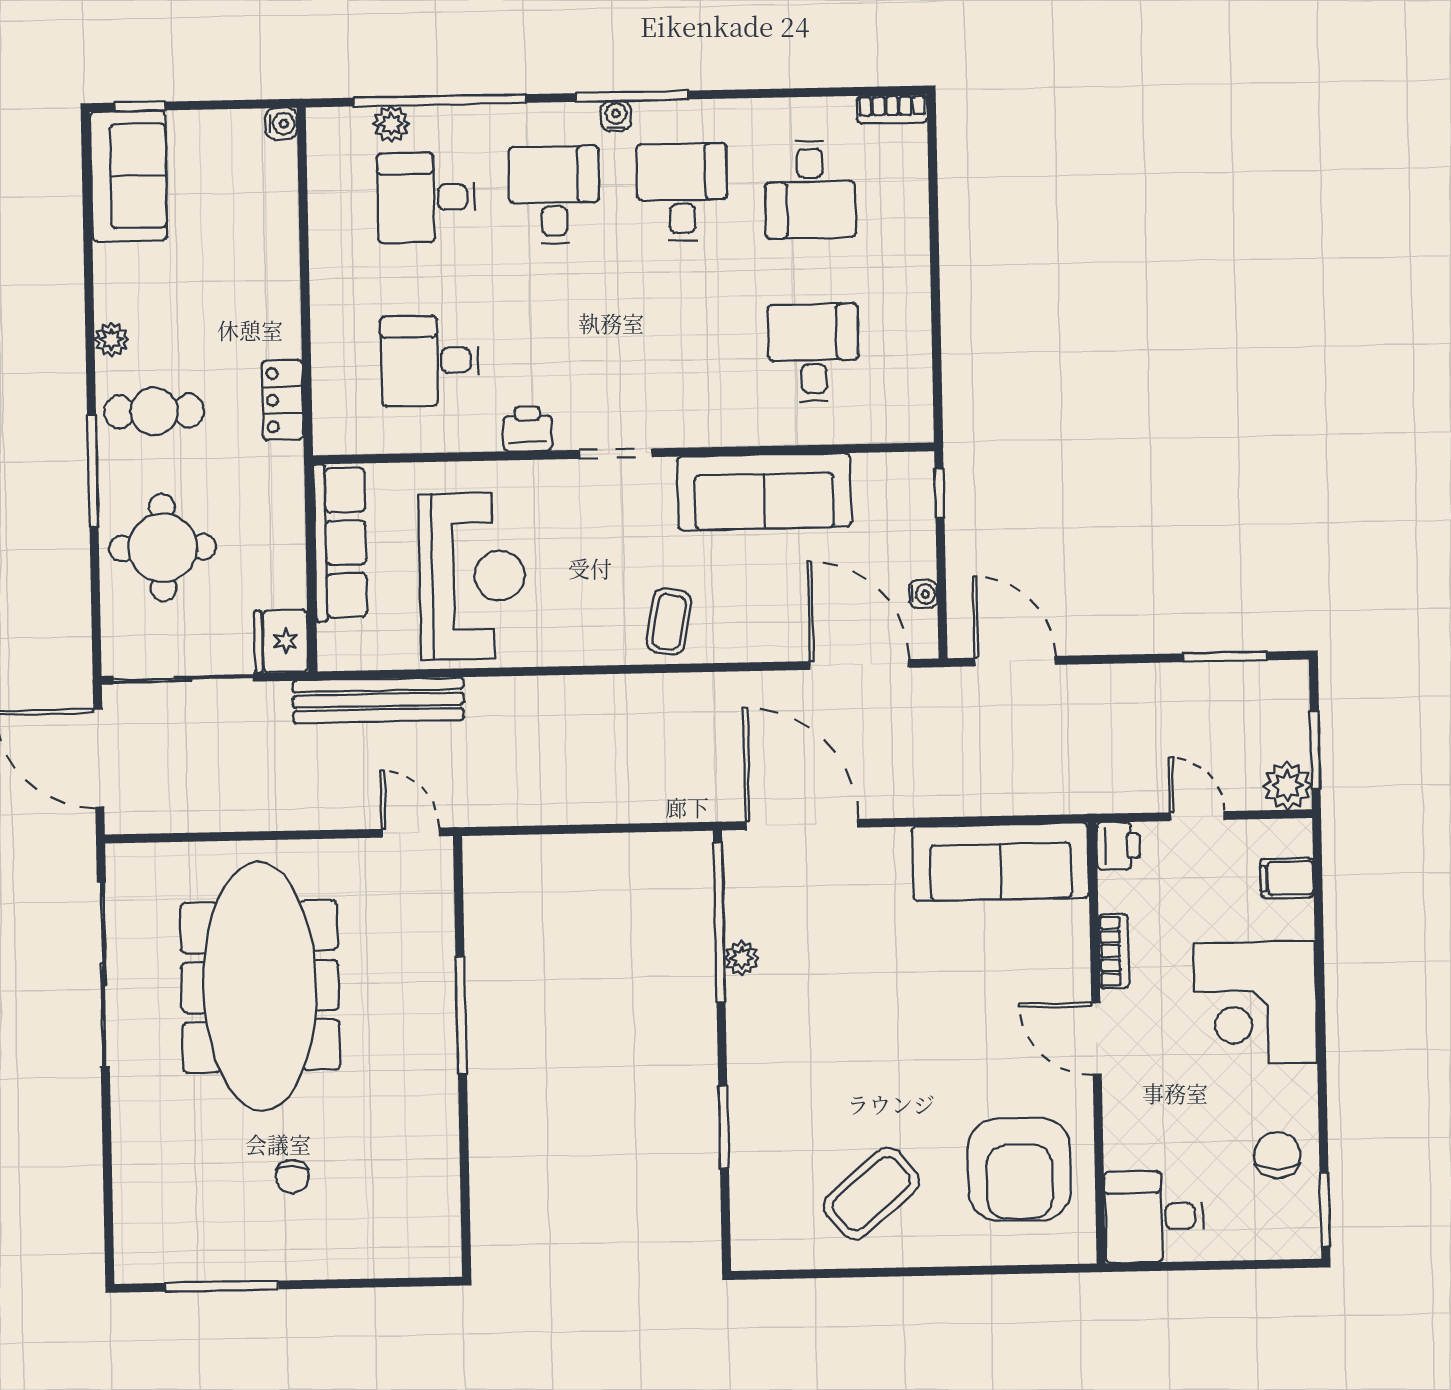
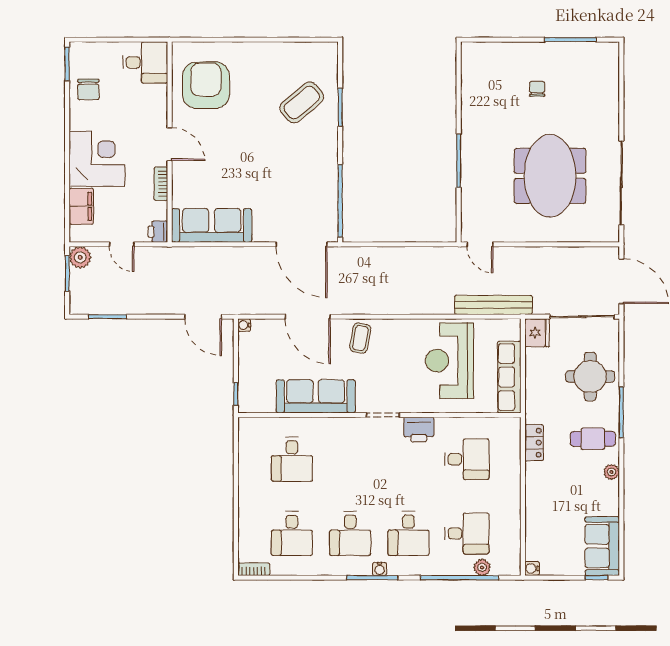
desk: (810, 189) -> (292, 533), turned 180
printer: (528, 429) -> (419, 429), width x1.36, depth x1.24
water cooler: (923, 594) -> (244, 325), moved
door: (859, 664) -> (308, 317), moved
filing cabinet: (1287, 878) -> (81, 206), width x2.00
plant: (742, 958) -> (330, 184), removed
meeting table: (260, 986) -> (550, 176), width x0.73
coffee table: (871, 1193) -> (302, 102), moved

